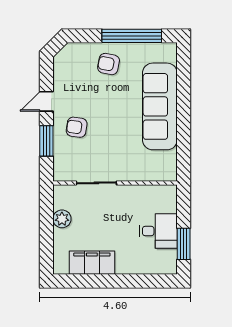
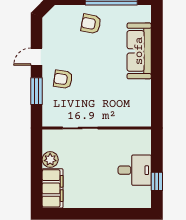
sofa: (160, 106) -> (139, 51), width x0.74, depth x0.79
window: (184, 244) -> (157, 181), width x0.67
filing cabinet: (92, 263) -> (53, 188), moved, turned 90

